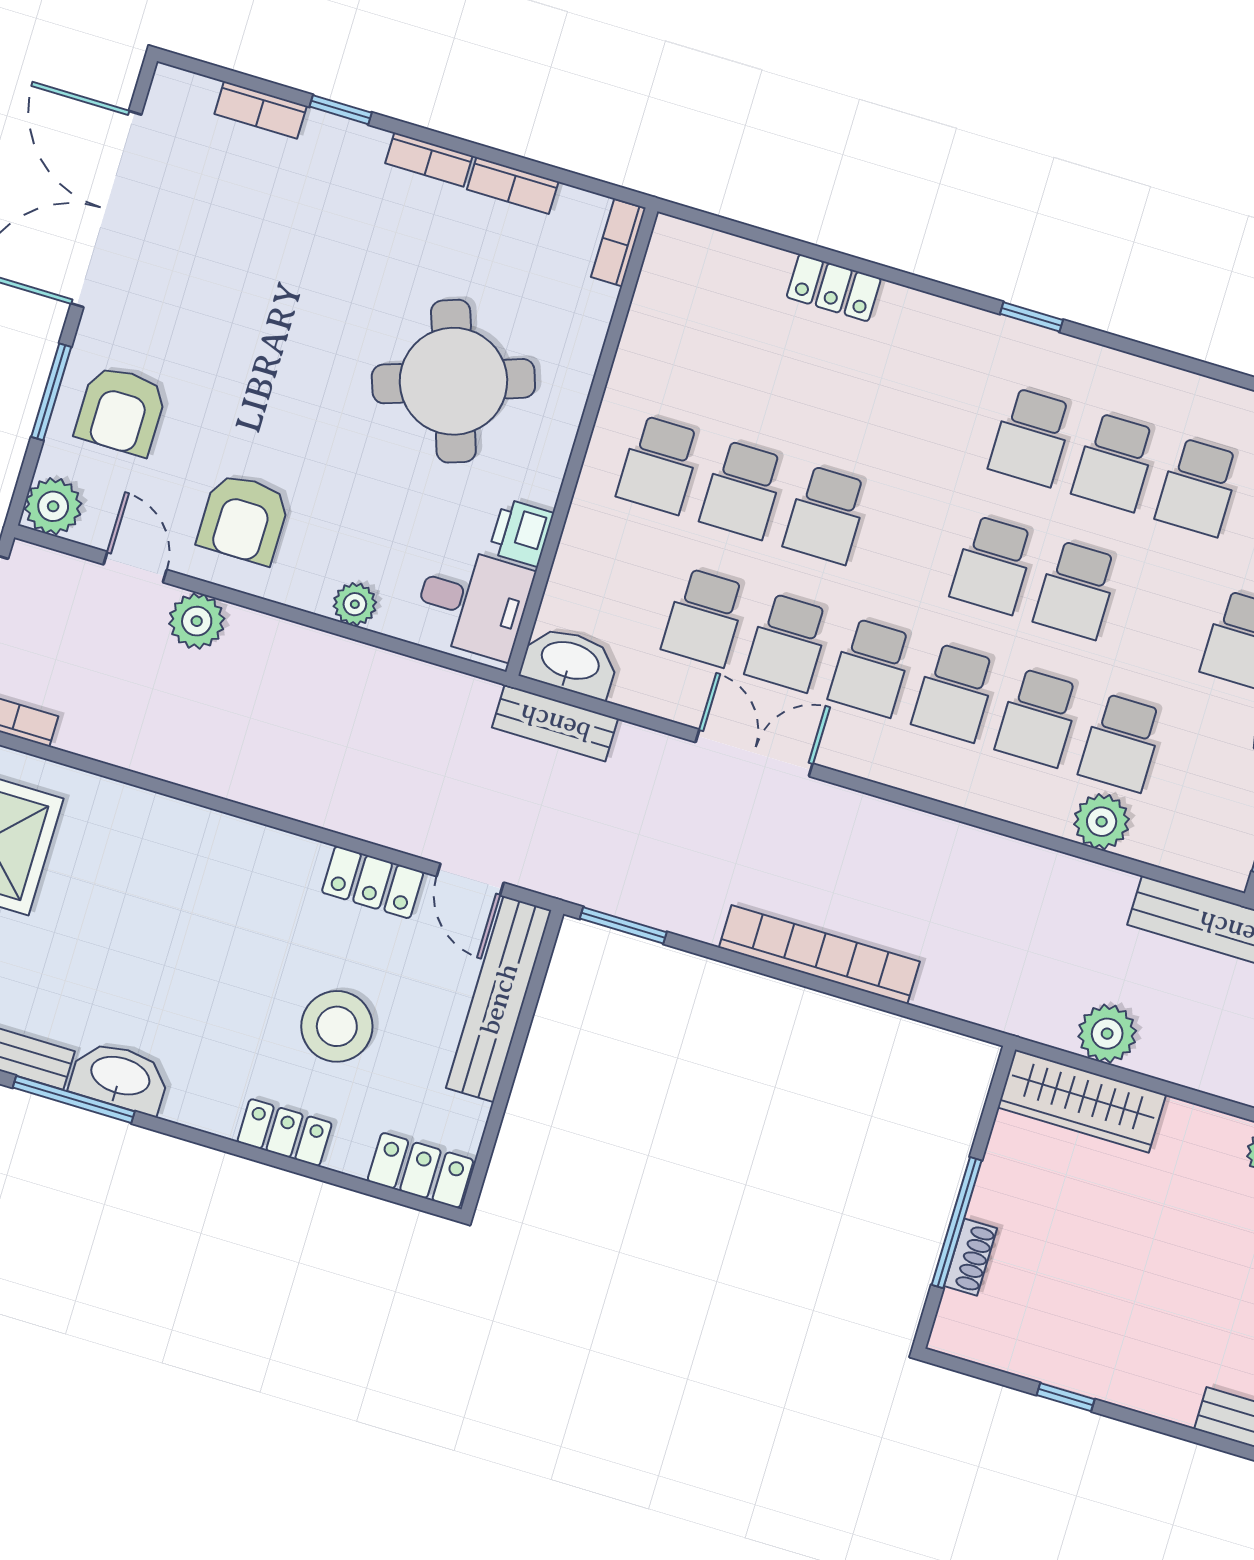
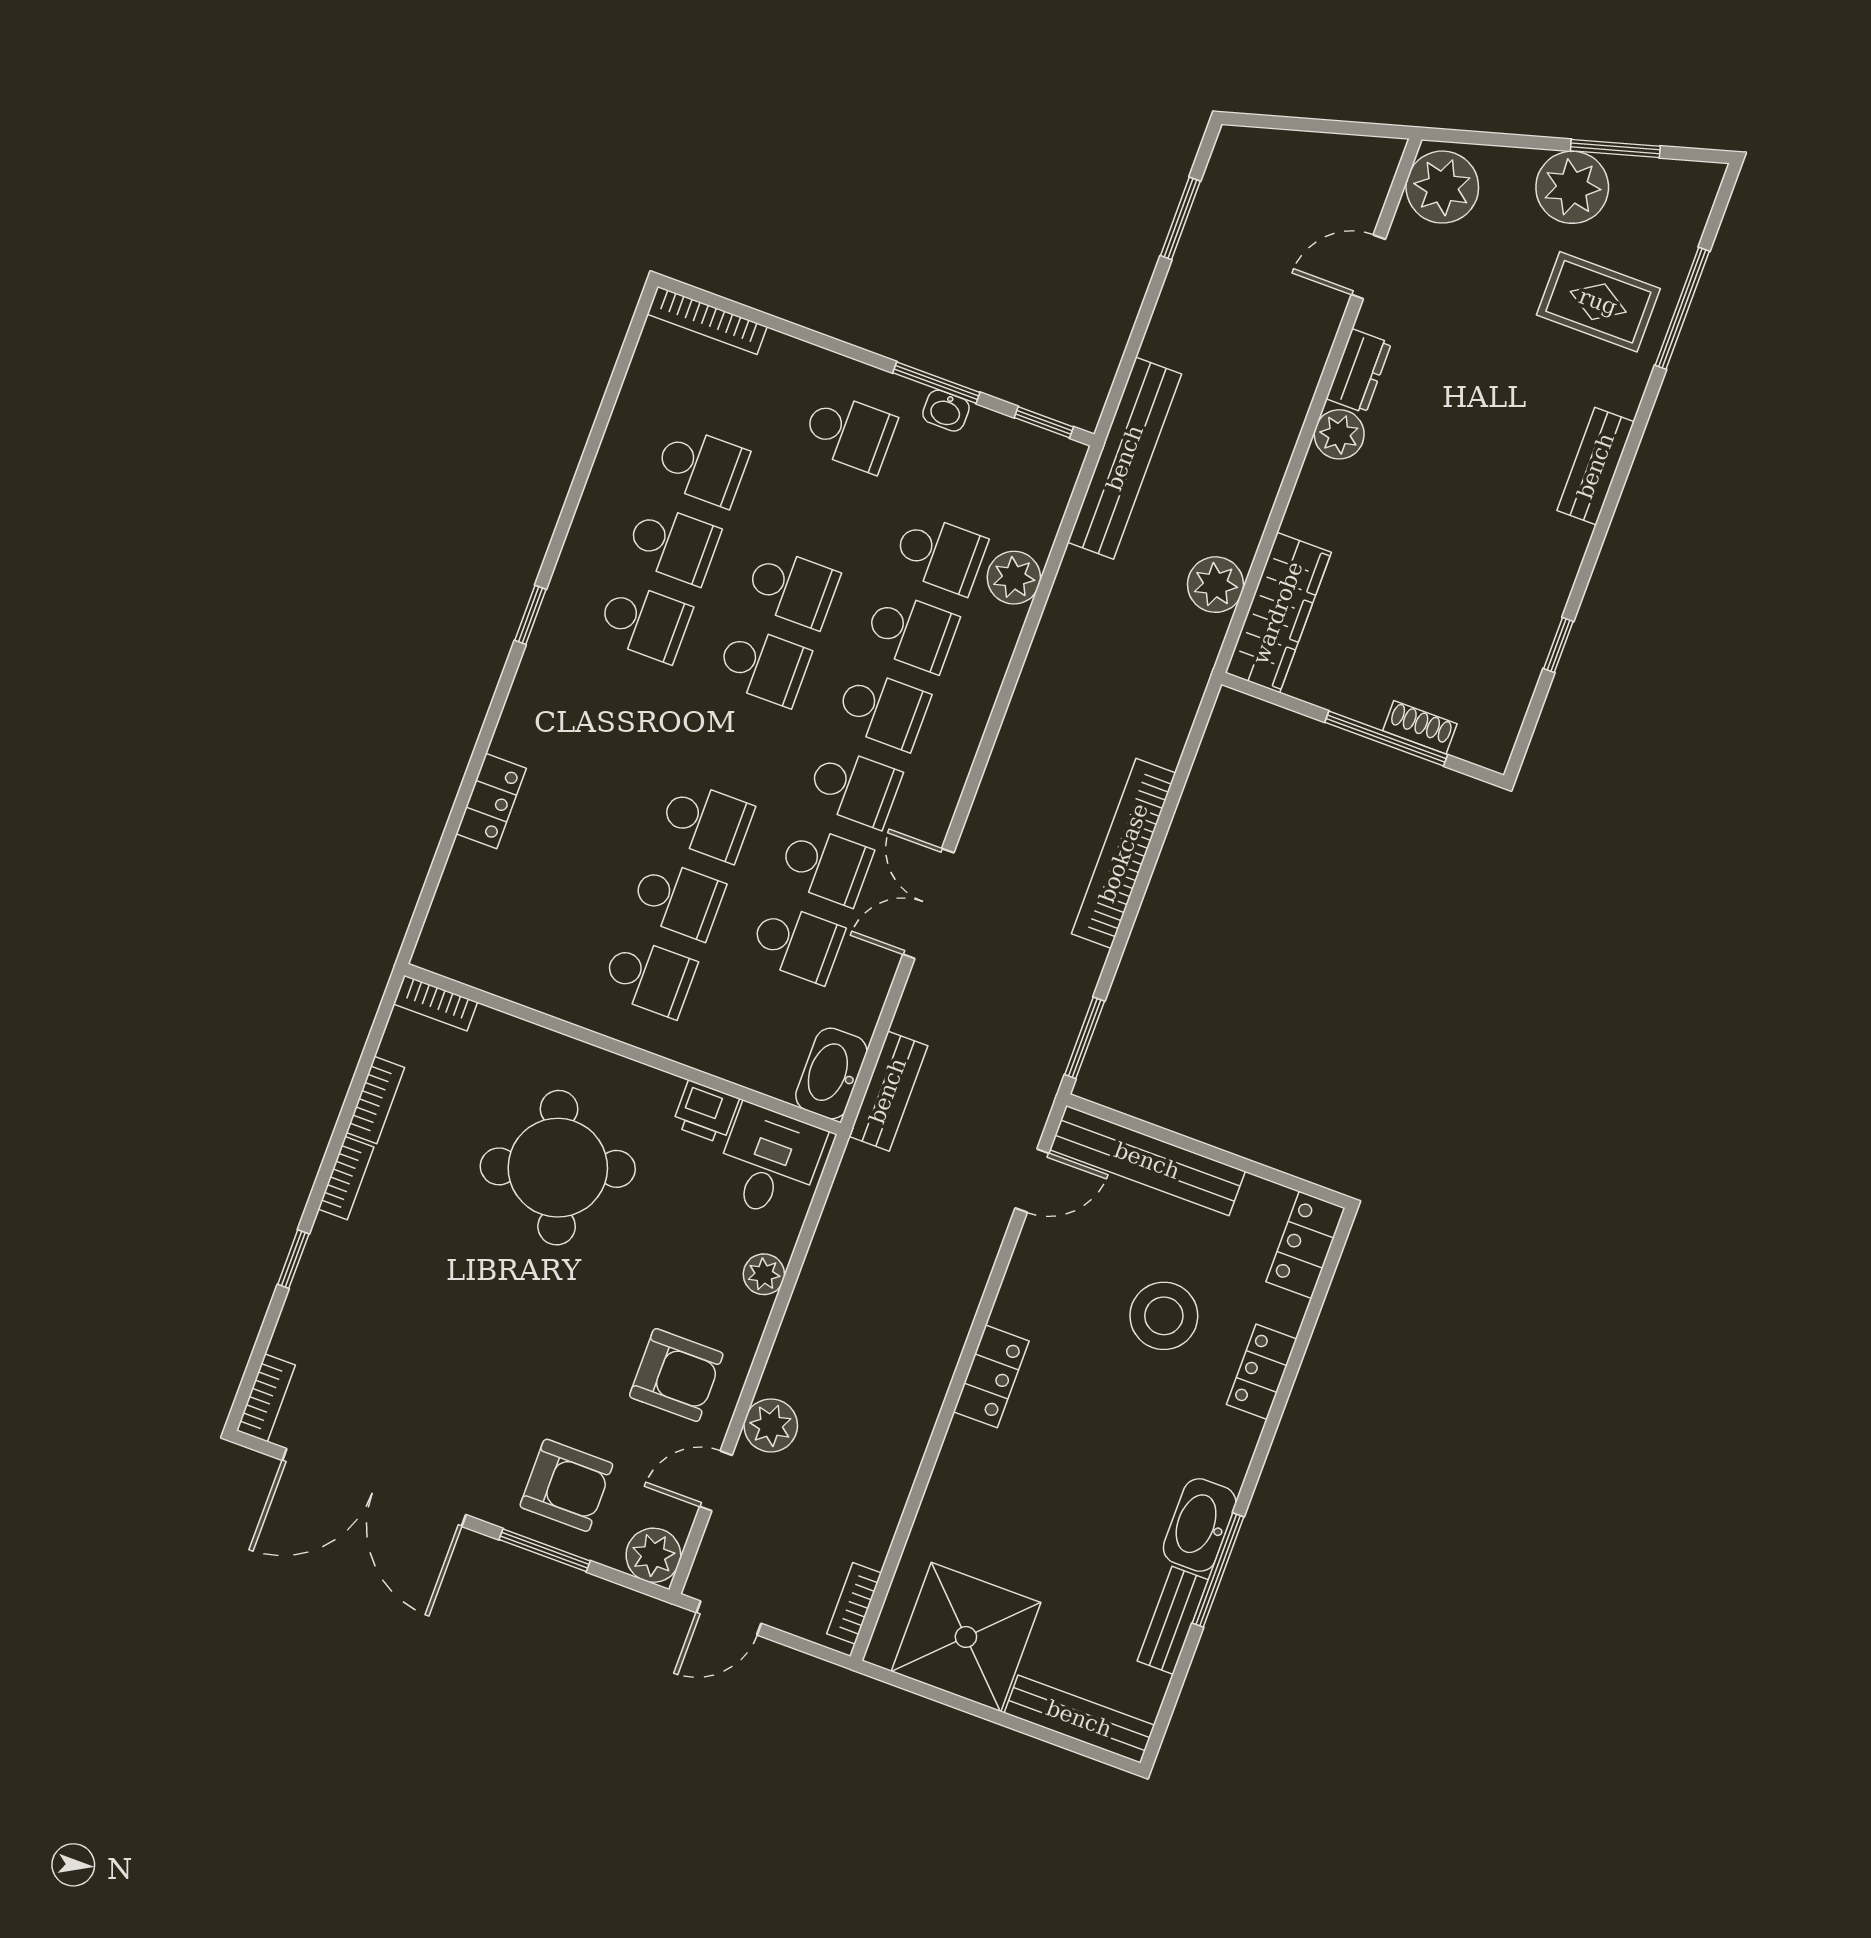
bookcase: (261, 110) -> (266, 1398), moved
locker: (373, 882) -> (991, 1376), moved

